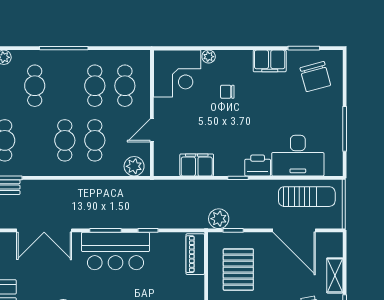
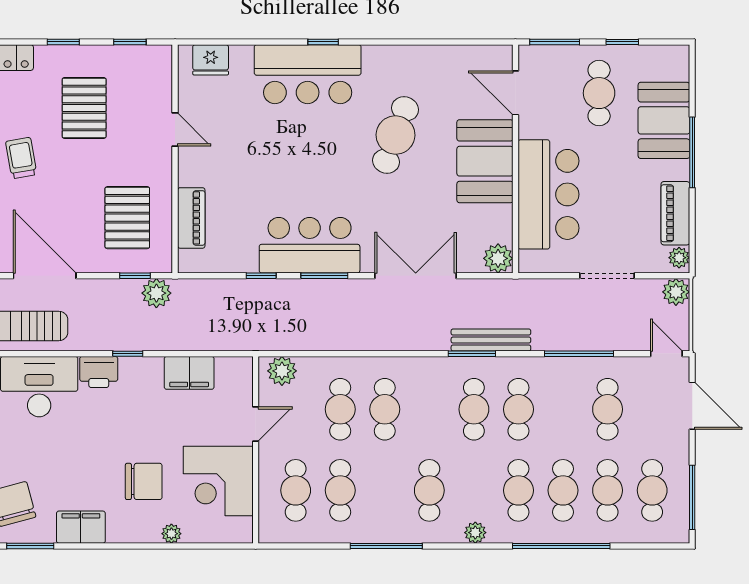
corner desk: (177, 73) -> (218, 481), moved, turned -90
chair: (227, 92) -> (144, 481), width x1.87, depth x1.87
piano: (195, 254) -> (191, 218), moved

